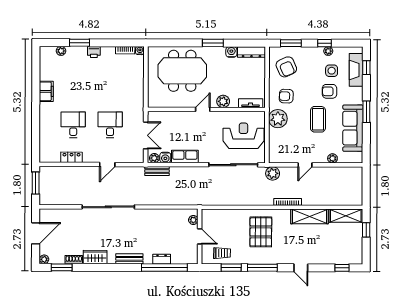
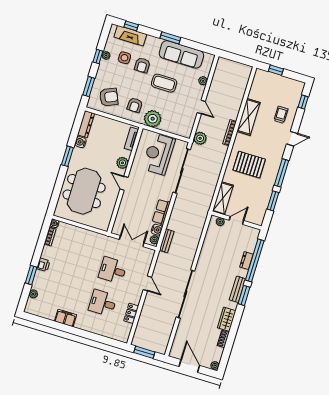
shelving: (346, 216) -> (223, 198), moved
trolley: (222, 253) -> (281, 115), moved
window: (62, 267) -> (244, 295), moved

